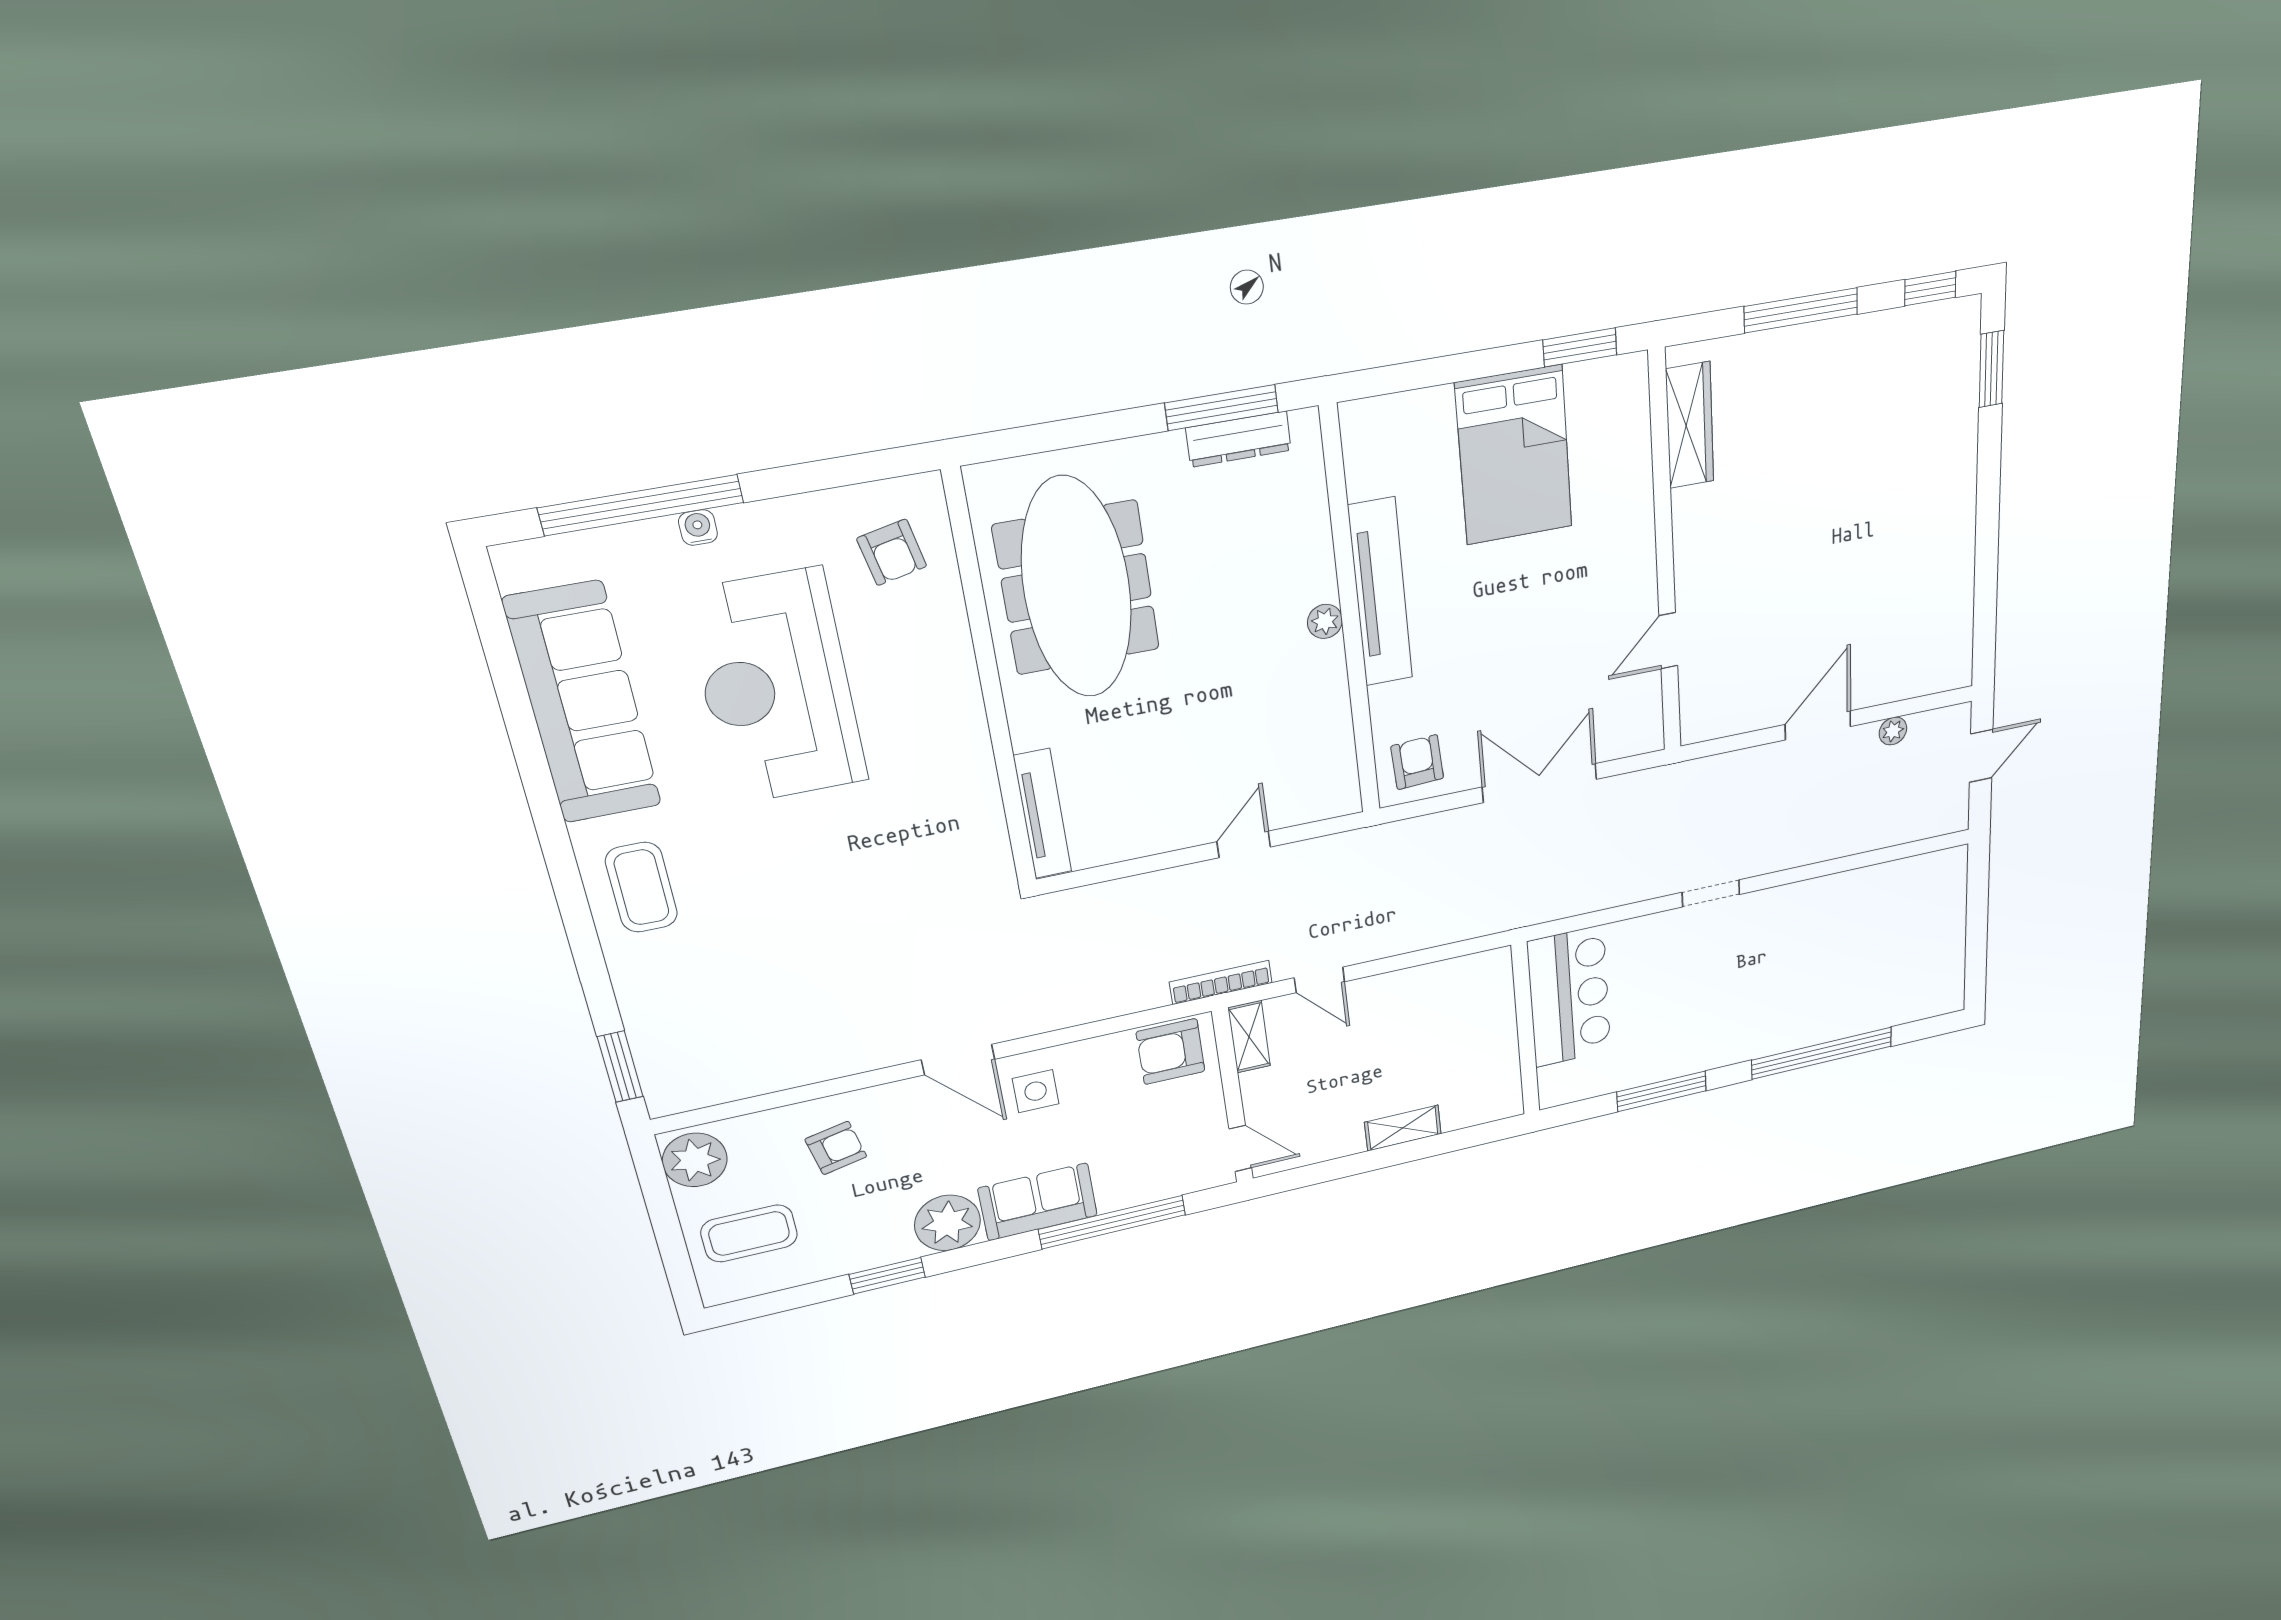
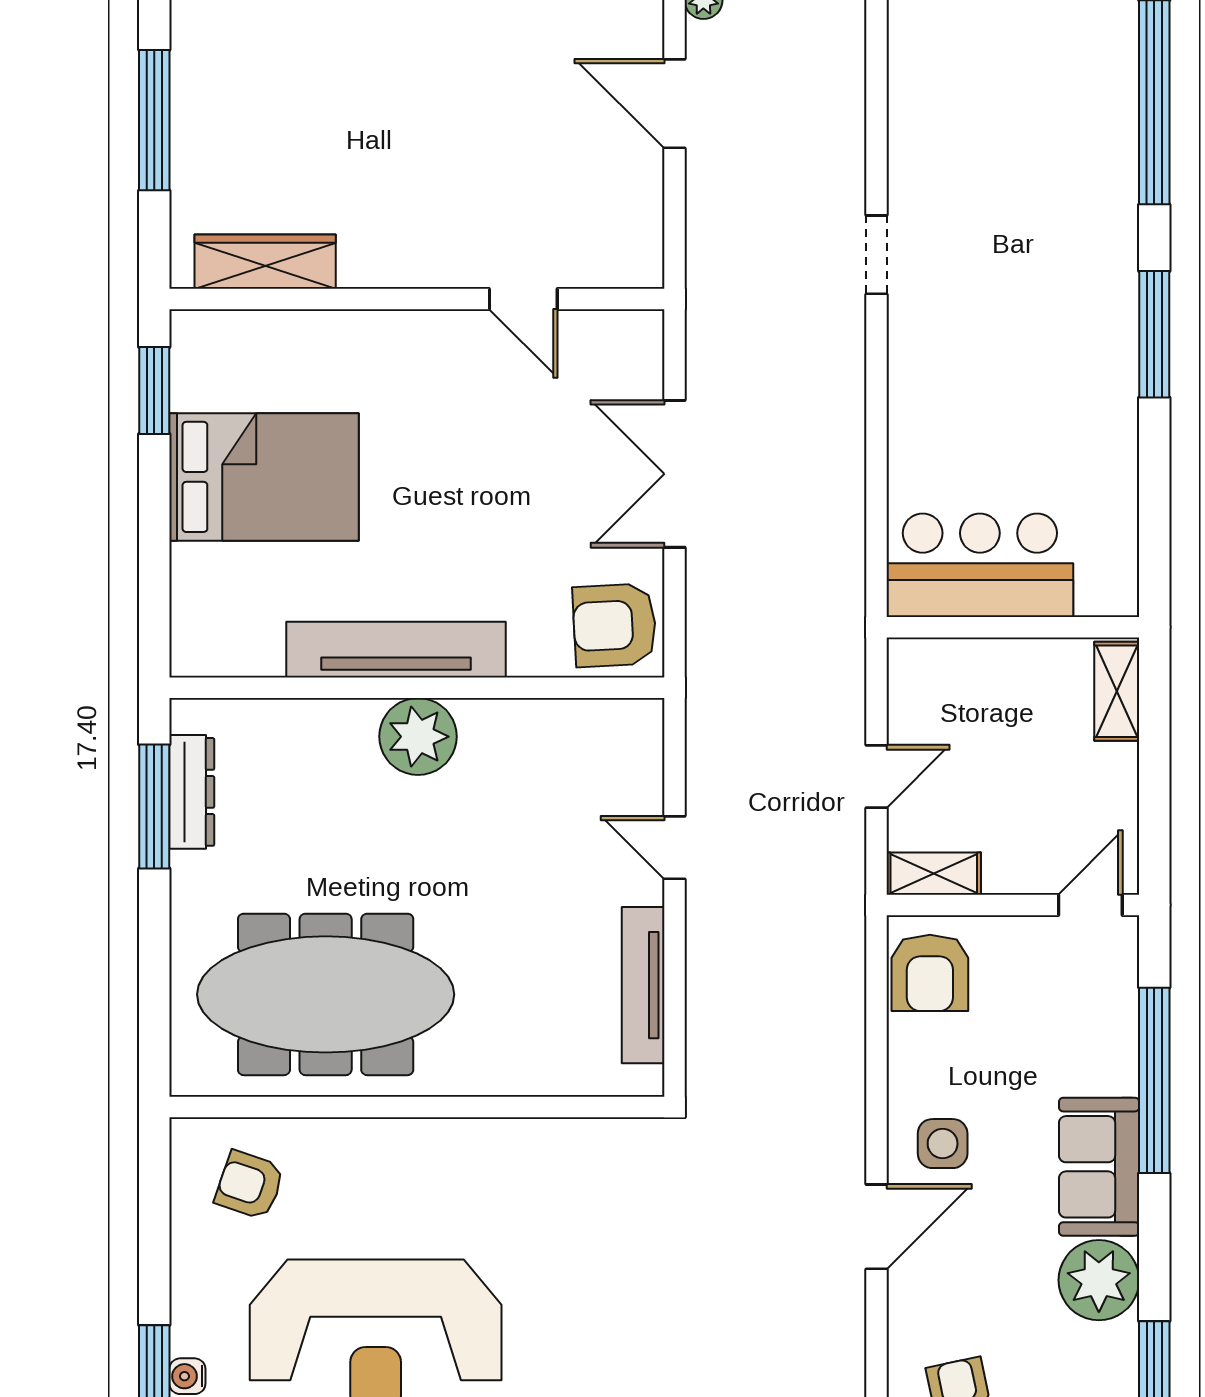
armchair: (892, 552) -> (250, 1185), turned -149
plant: (1325, 621) -> (418, 737), width x1.88, depth x1.88
armchair: (1417, 762) -> (614, 625), width x1.38, depth x1.38
tv unit: (1043, 814) -> (643, 985), moved, turned -90
bookcase: (1221, 982) -> (850, 899), removed
bar counter: (1569, 997) -> (980, 565), moved
wall: (1525, 1029) -> (1013, 627), moved

